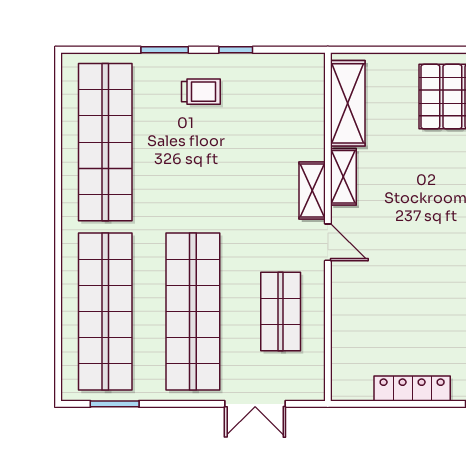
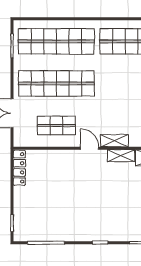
door: (328, 242) -> (90, 148), swing flipped
locker: (412, 388) -> (19, 168), moved

